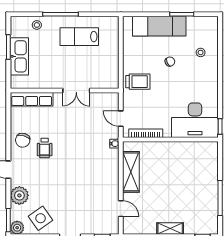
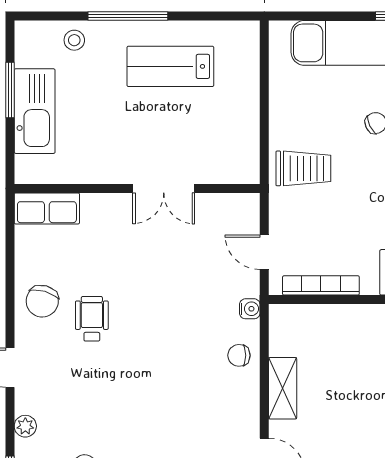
row of seats: (32, 99) -> (47, 208), width x0.68
wheelchair: (45, 148) -> (92, 319), turned 180
chair: (110, 164) -> (239, 355), added
shelving: (131, 172) -> (283, 388), width x0.67, depth x0.75
plant: (19, 195) -> (25, 426), width x0.53, depth x0.53

